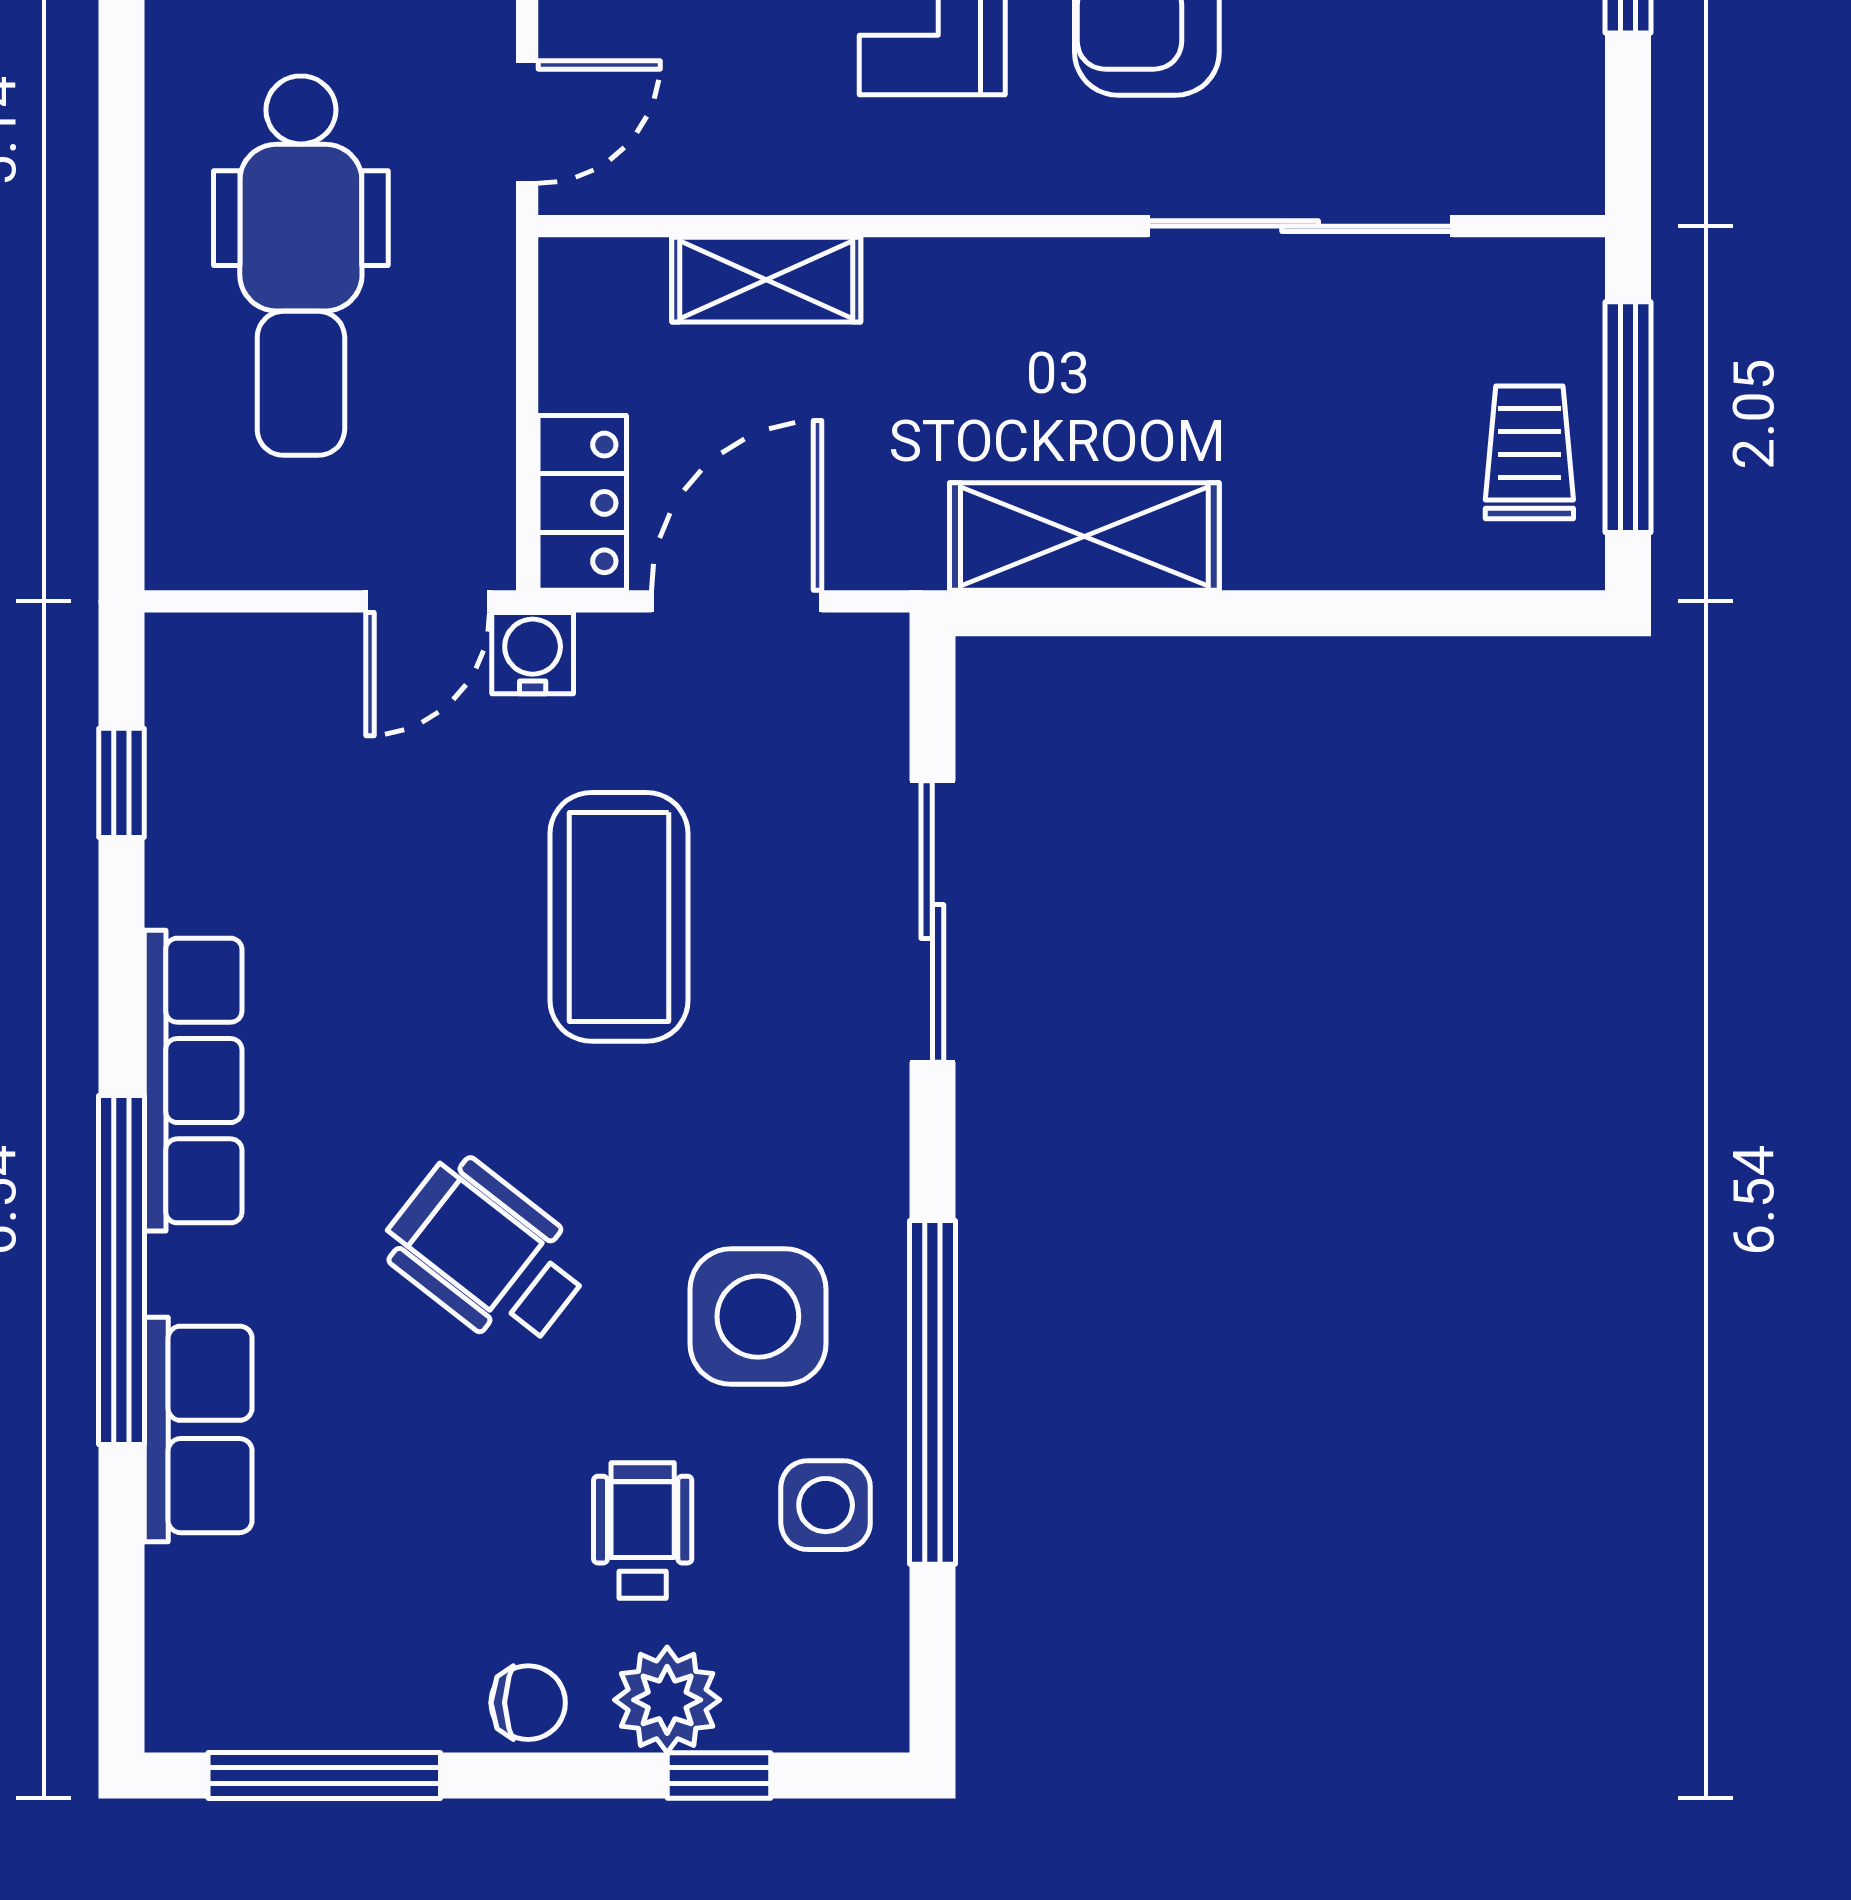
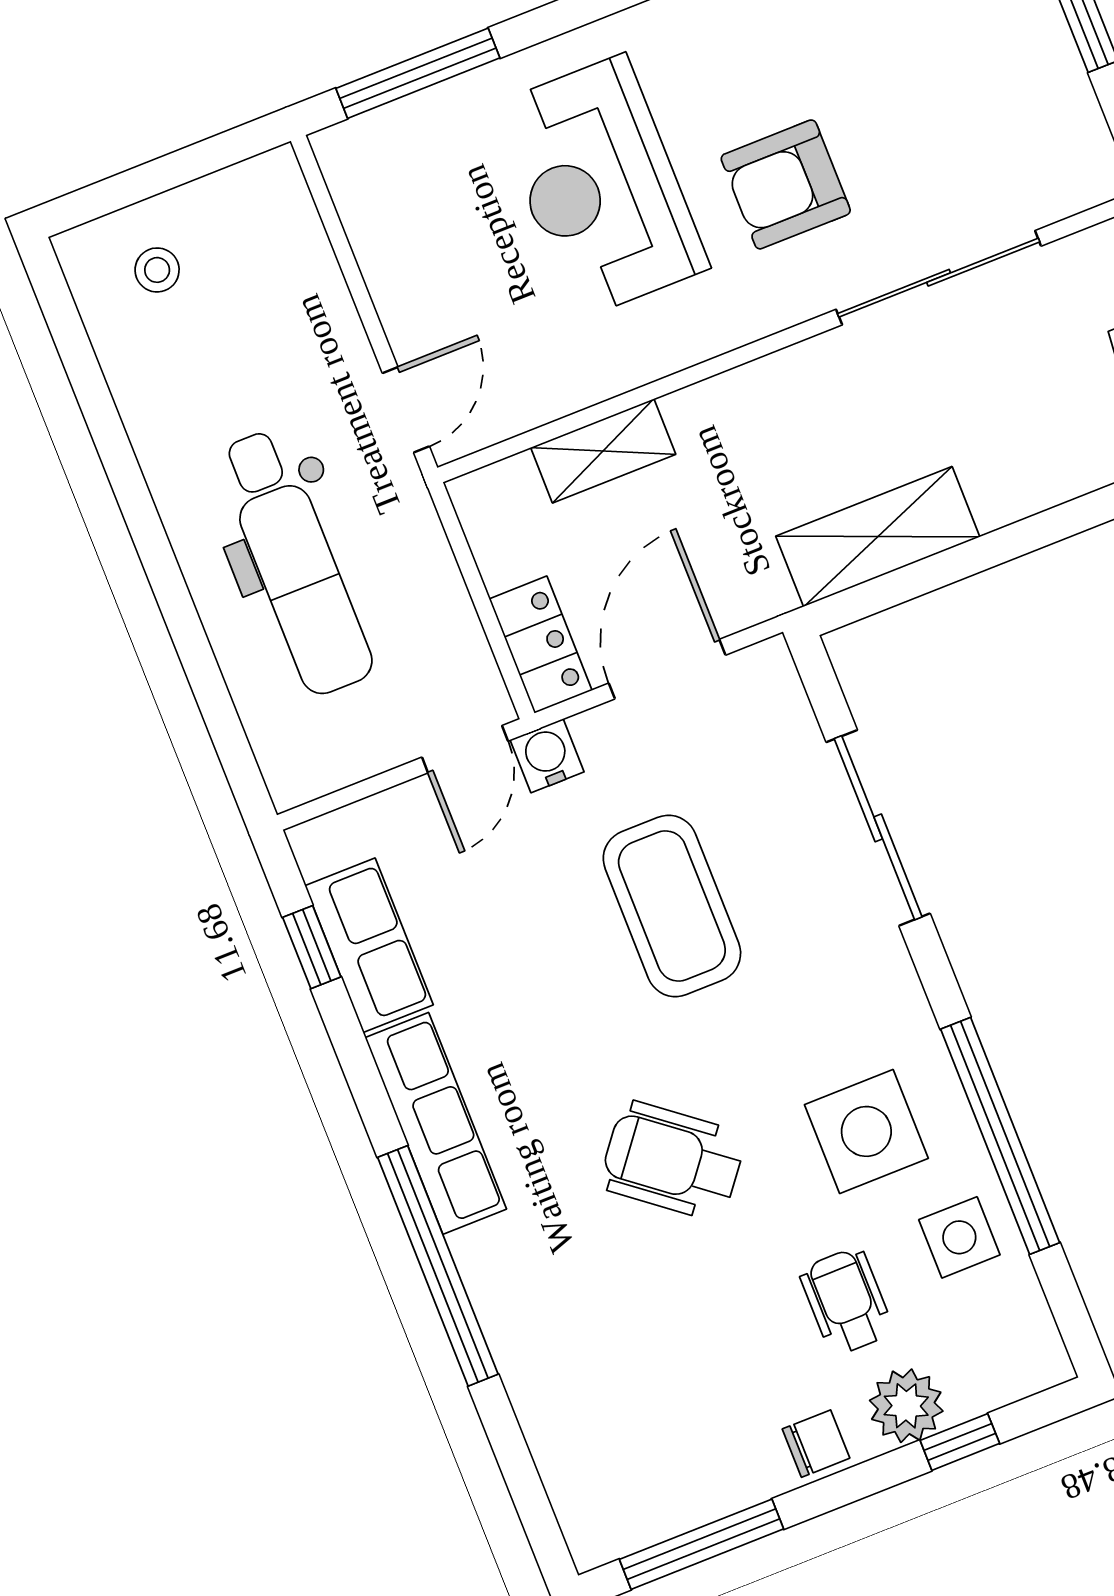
row of seats: (198, 1429) -> (369, 945), moved

